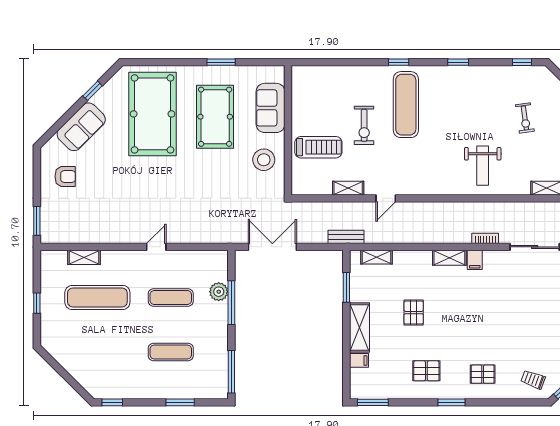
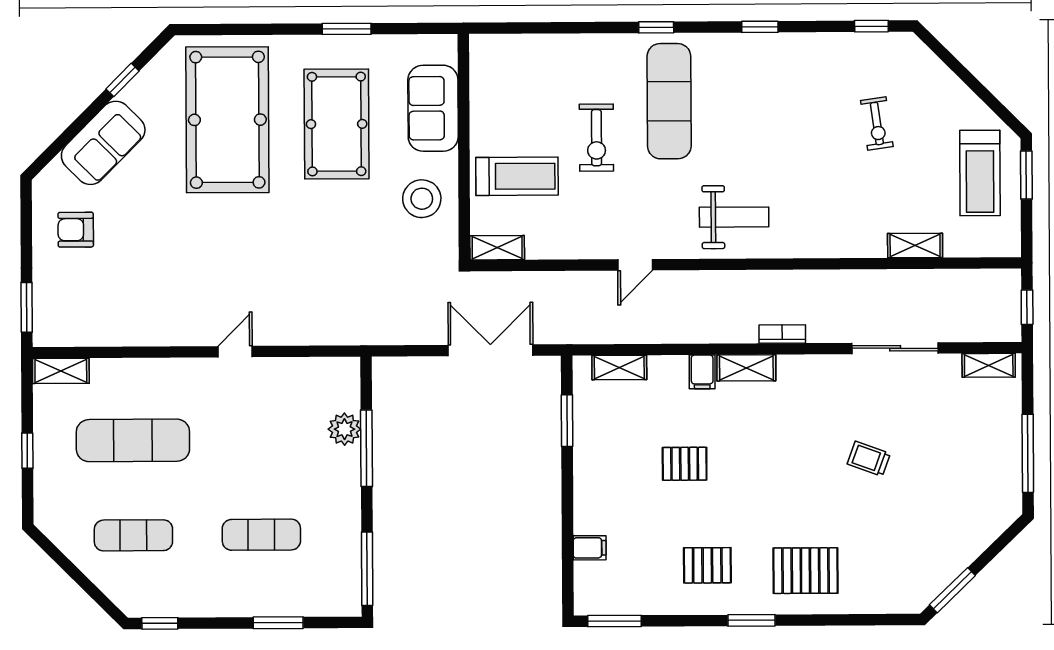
weight bench: (483, 166) -> (734, 217), moved, turned -90
armchair: (65, 176) -> (76, 230), turned 180
shelving: (348, 188) -> (497, 248), moved
bench: (346, 237) -> (566, 332), removed
bookcase: (485, 238) -> (782, 334), moved
double door: (272, 247) -> (491, 350), moved
shelving: (84, 257) -> (61, 371), moved
filing cabinet: (475, 260) -> (702, 372), moved
exercise mat: (171, 297) -> (133, 535), moved
pallet: (414, 313) -> (685, 464), turned 90
shelving: (359, 328) -> (590, 490), removed
pallet: (483, 374) -> (805, 571), width x1.50, depth x1.42
trolley: (533, 380) -> (869, 459), moved

